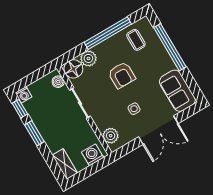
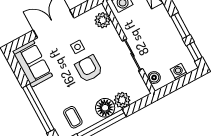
floor lamp: (73, 69) -> (105, 108), moved
armchair: (122, 75) -> (89, 69), moved
washing machine: (24, 95) -> (179, 72), moved

